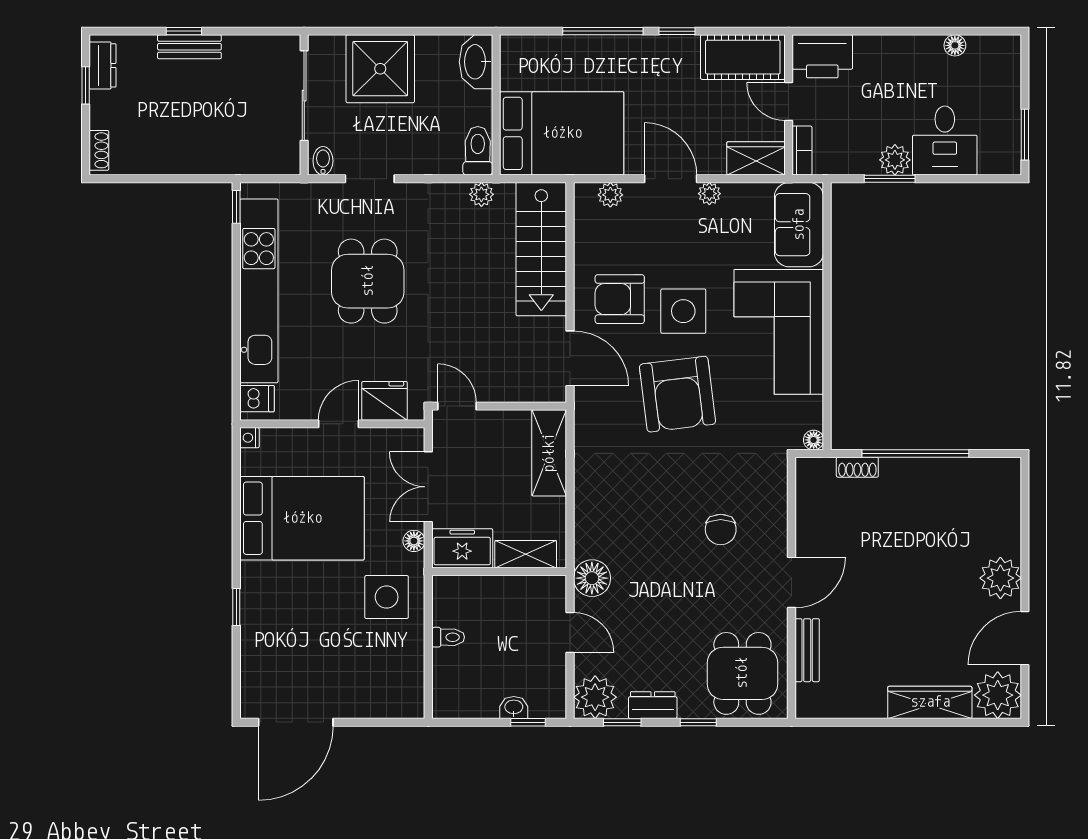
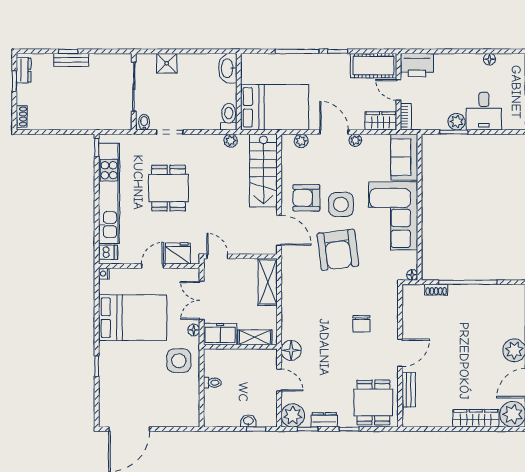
shower: (380, 69) -> (167, 63), width x0.54, depth x0.54

